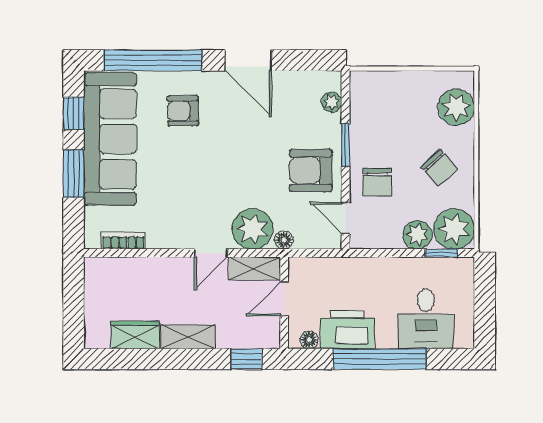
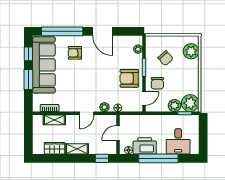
chair: (439, 168) -> (165, 58), moved
door: (345, 218) -> (144, 98), swing flipped
plant: (253, 229) -> (104, 107), width x0.53, depth x0.53
shelving: (255, 268) -> (54, 120), moved

